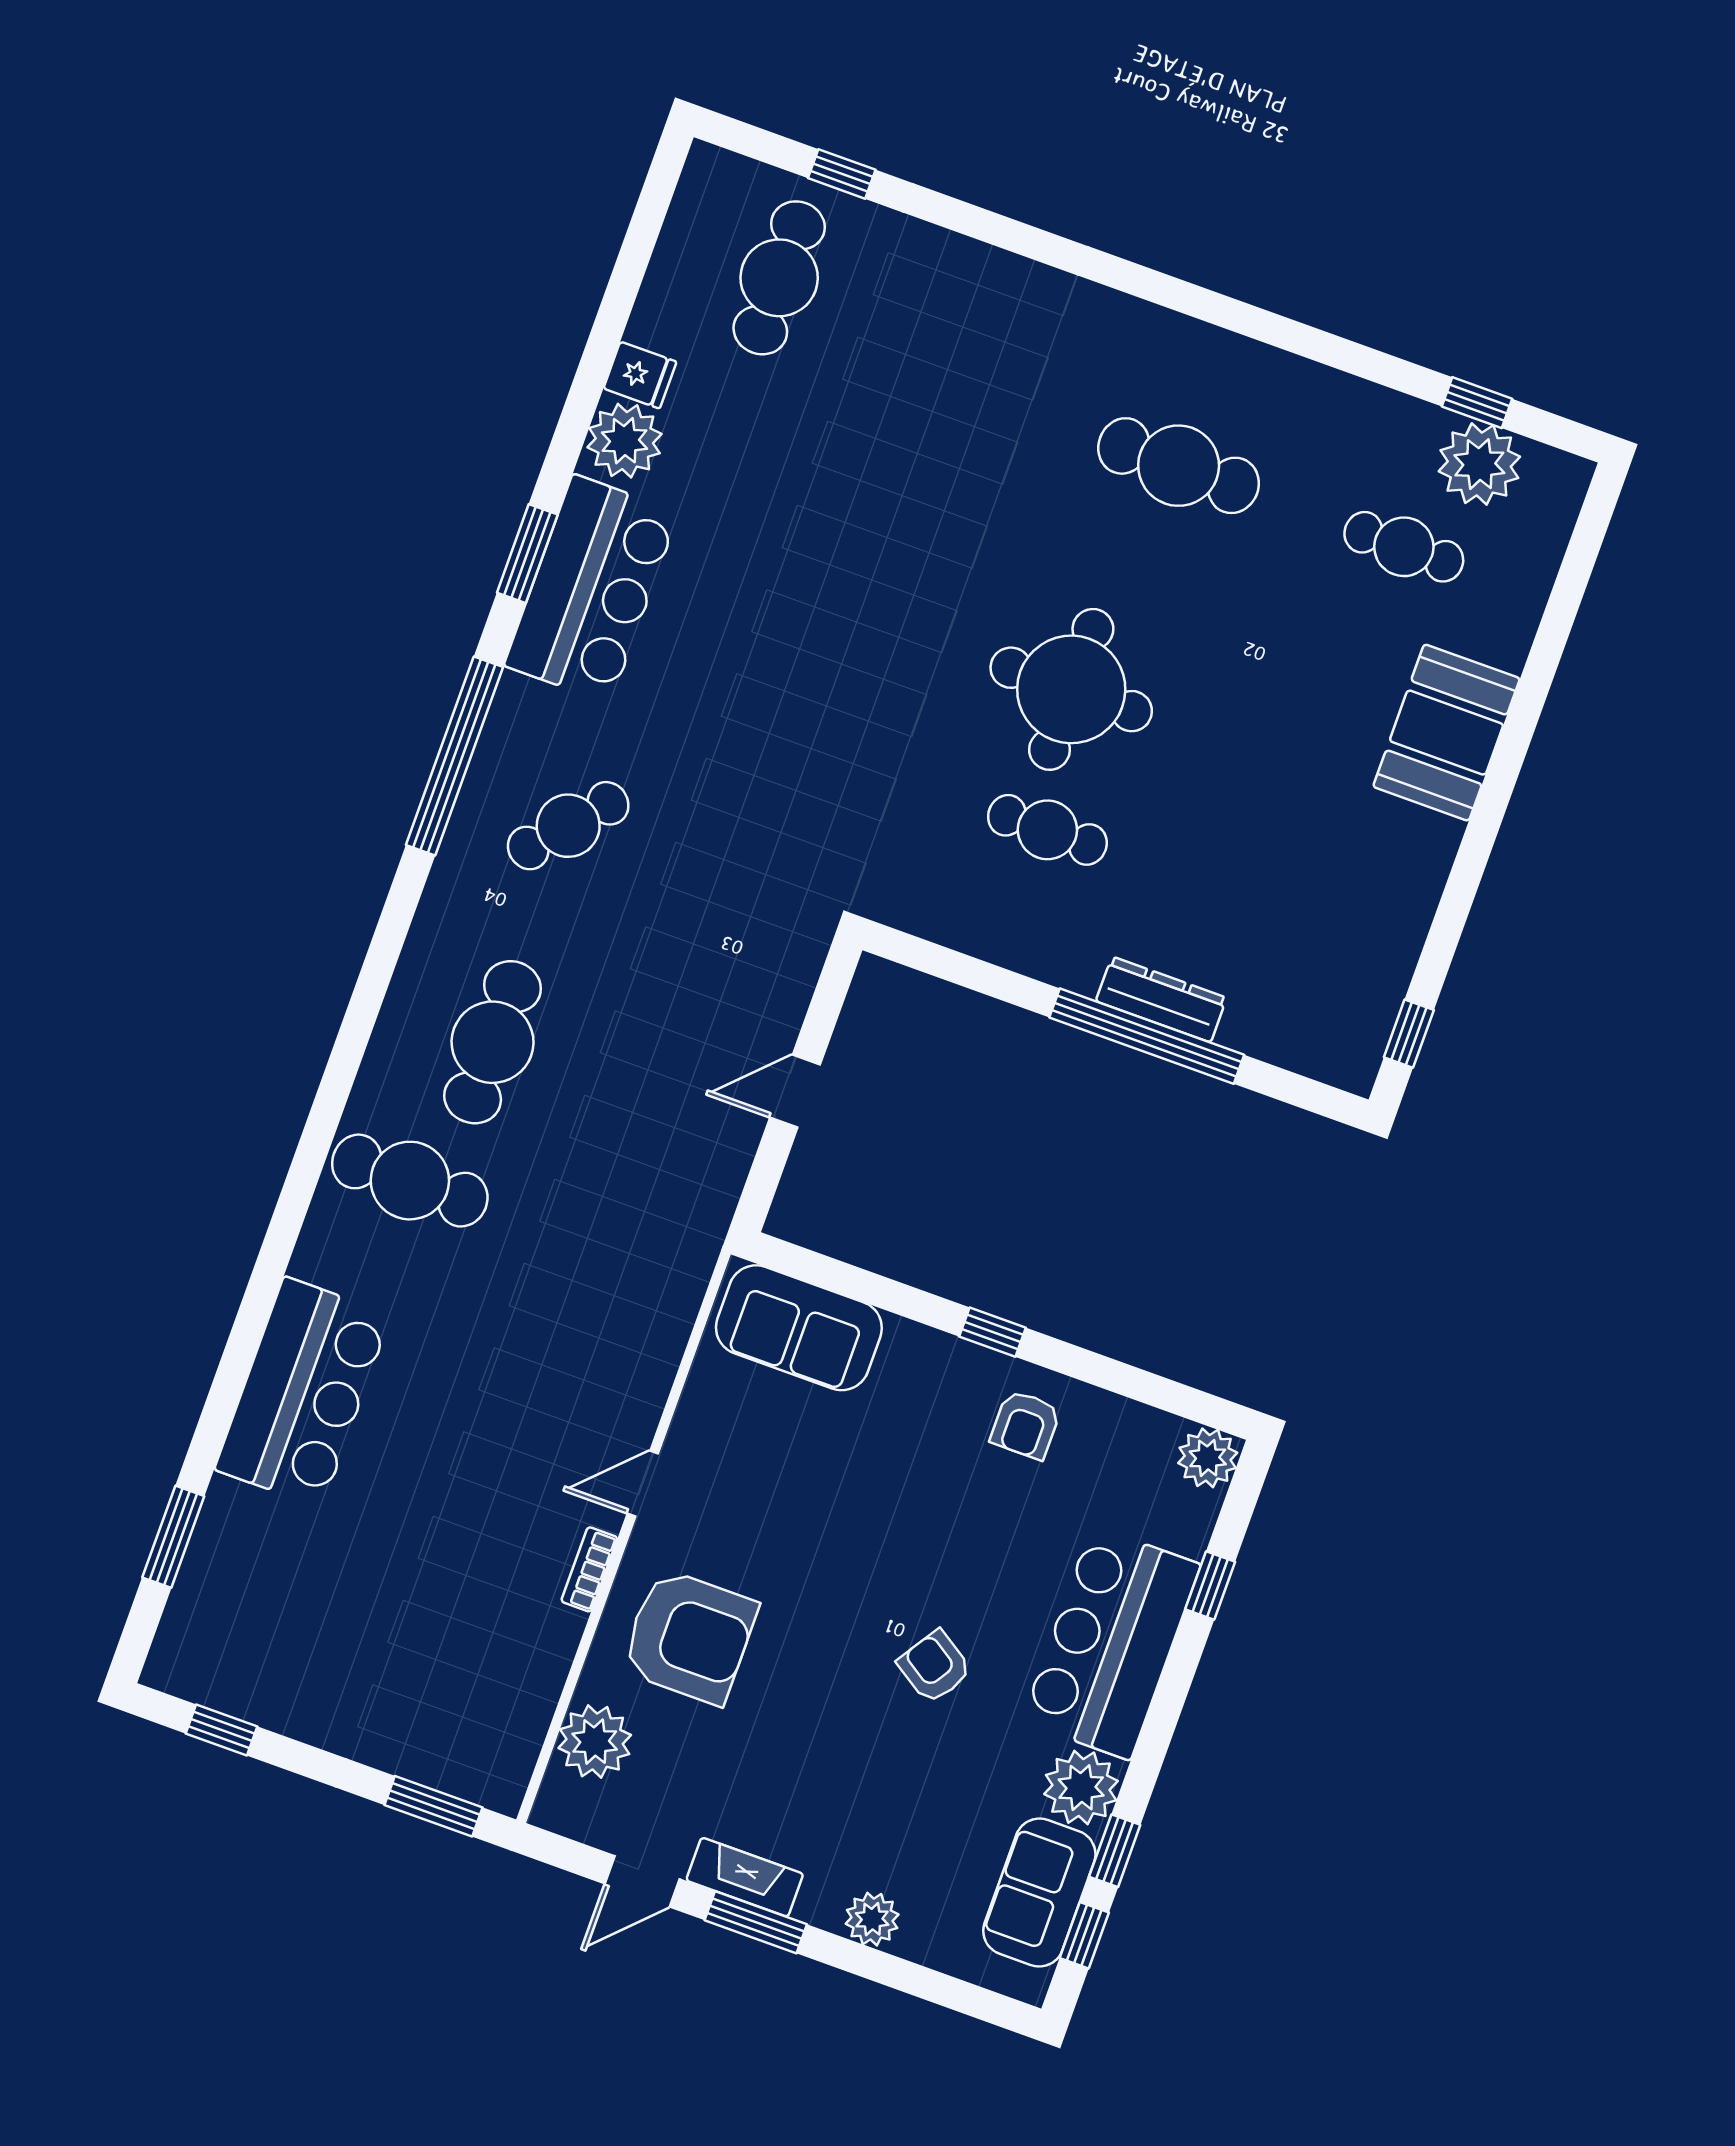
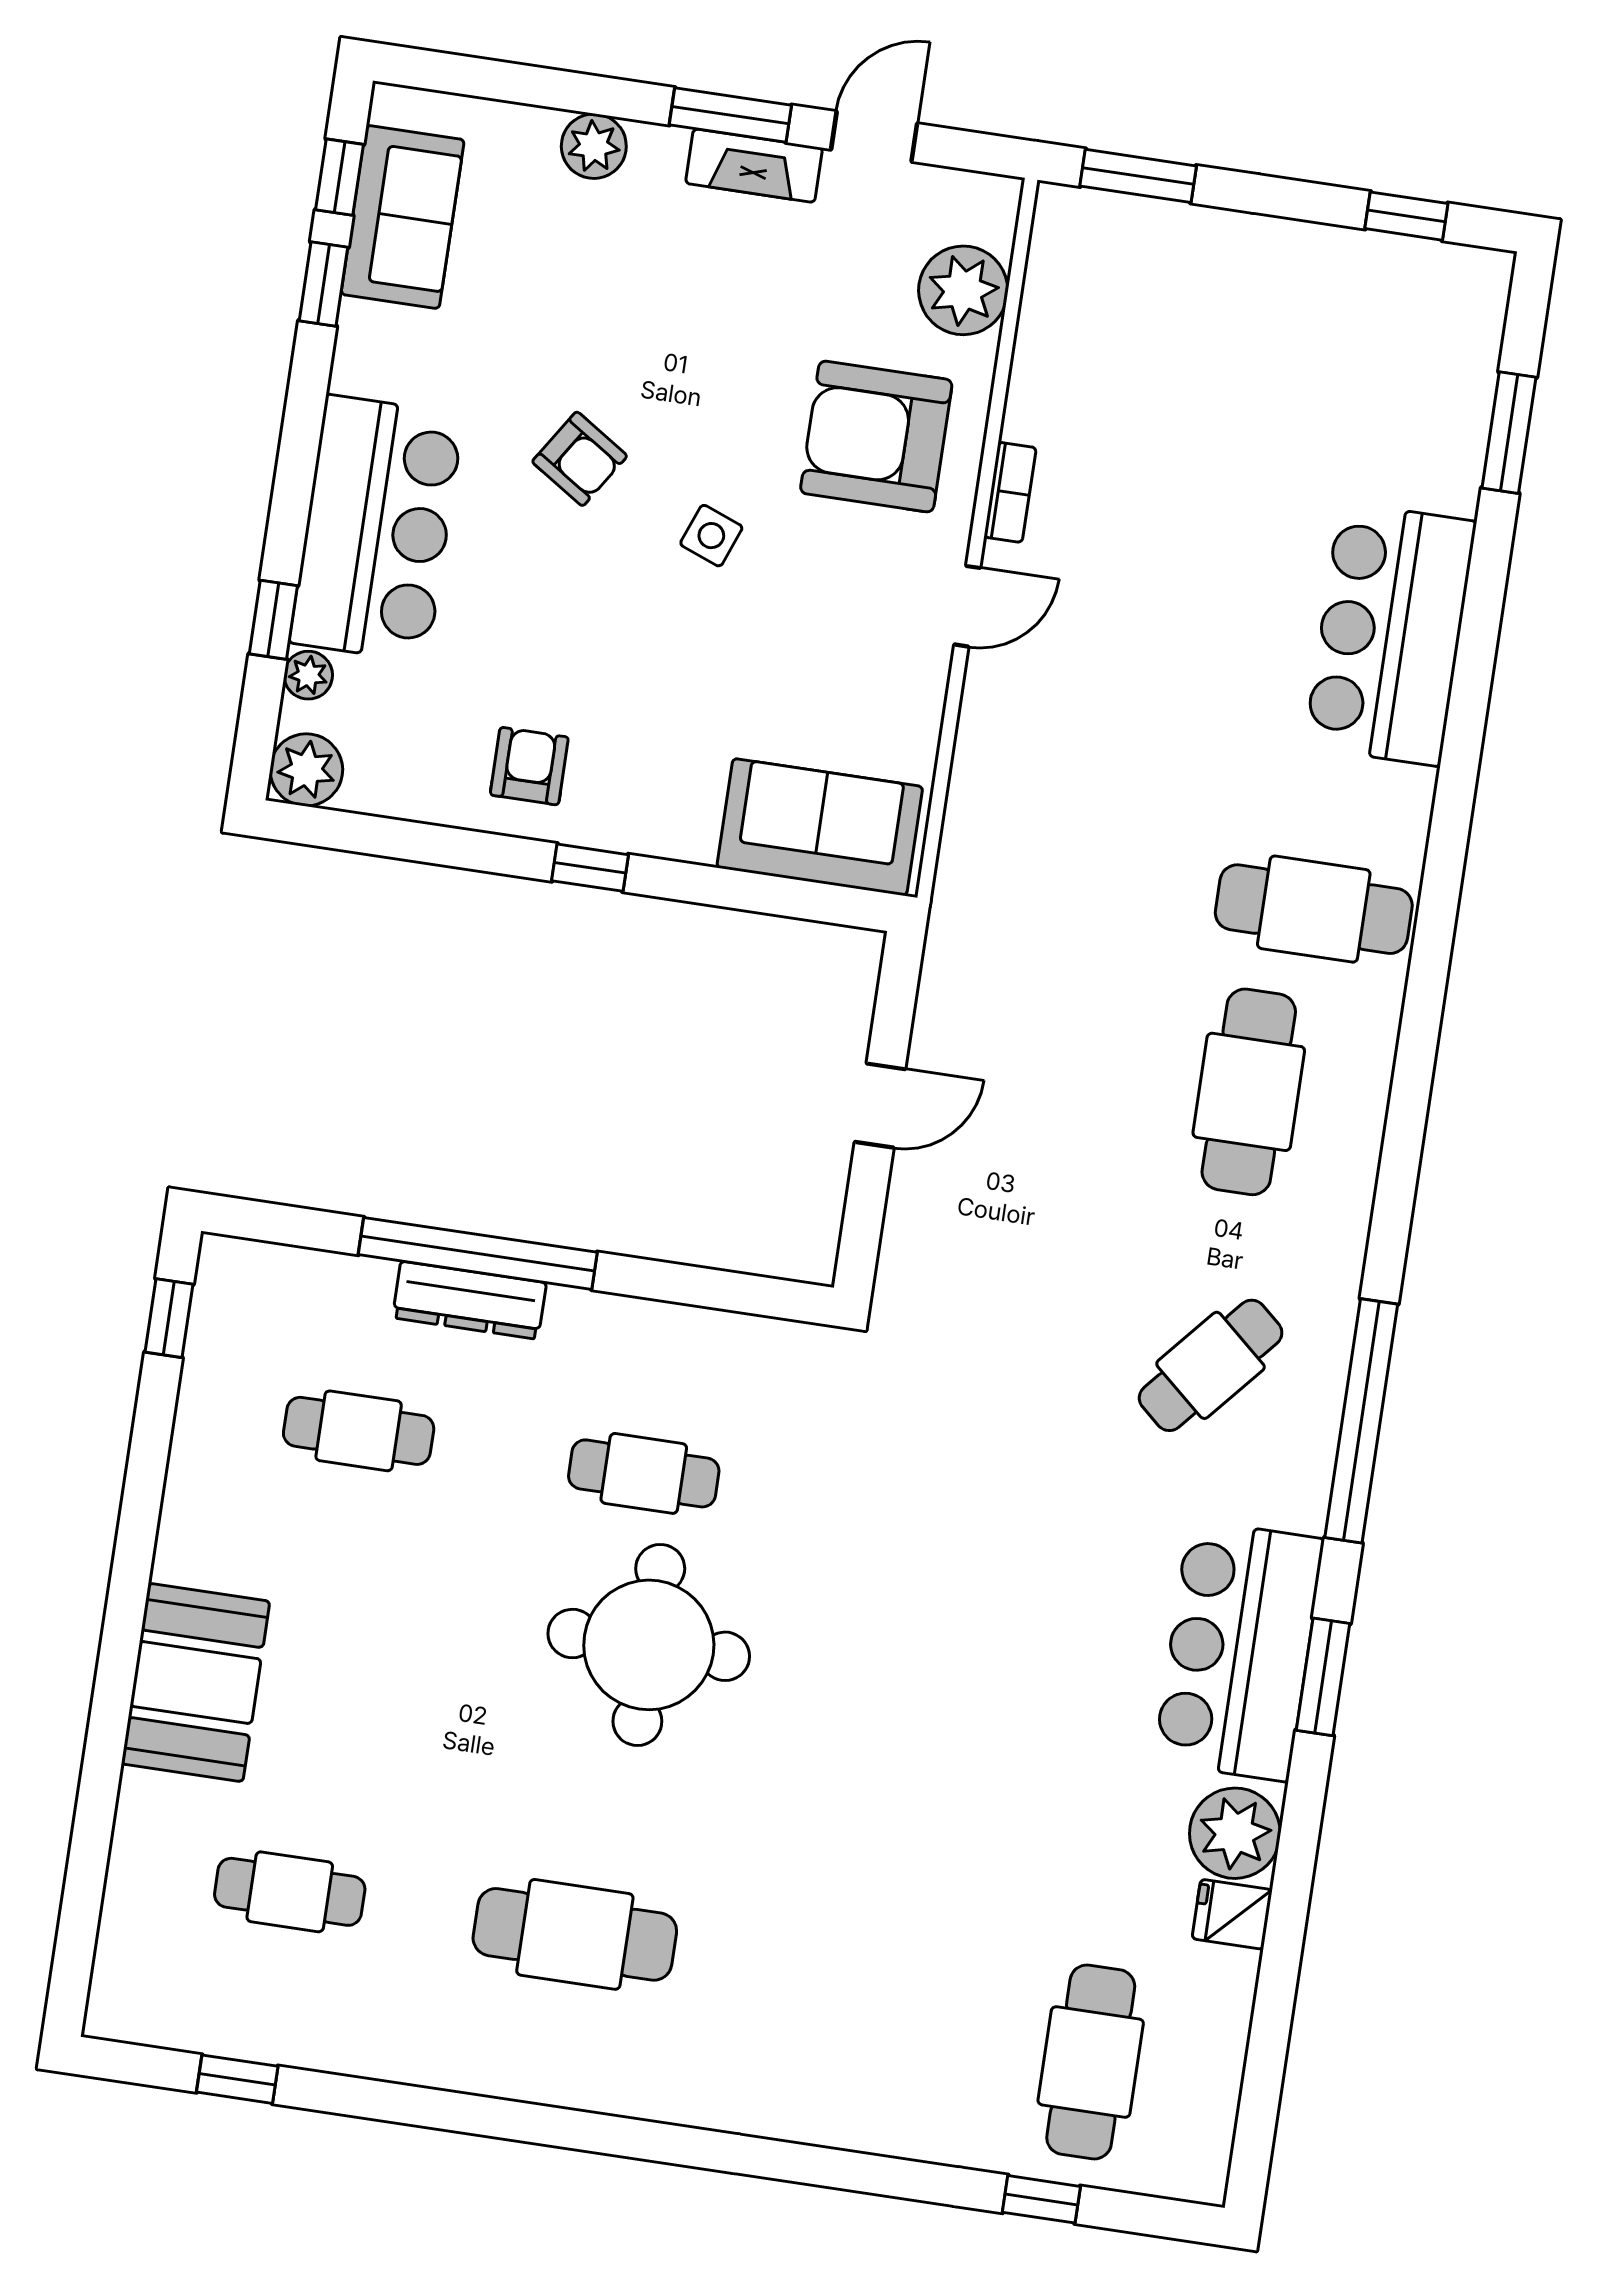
plant: (1479, 464) -> (220, 2007), removed
cafe table: (1273, 911) -> (359, 1431), added
side table: (840, 1583) -> (711, 536), added
plant: (1081, 1788) -> (308, 675), moved, width x0.53, depth x0.53

